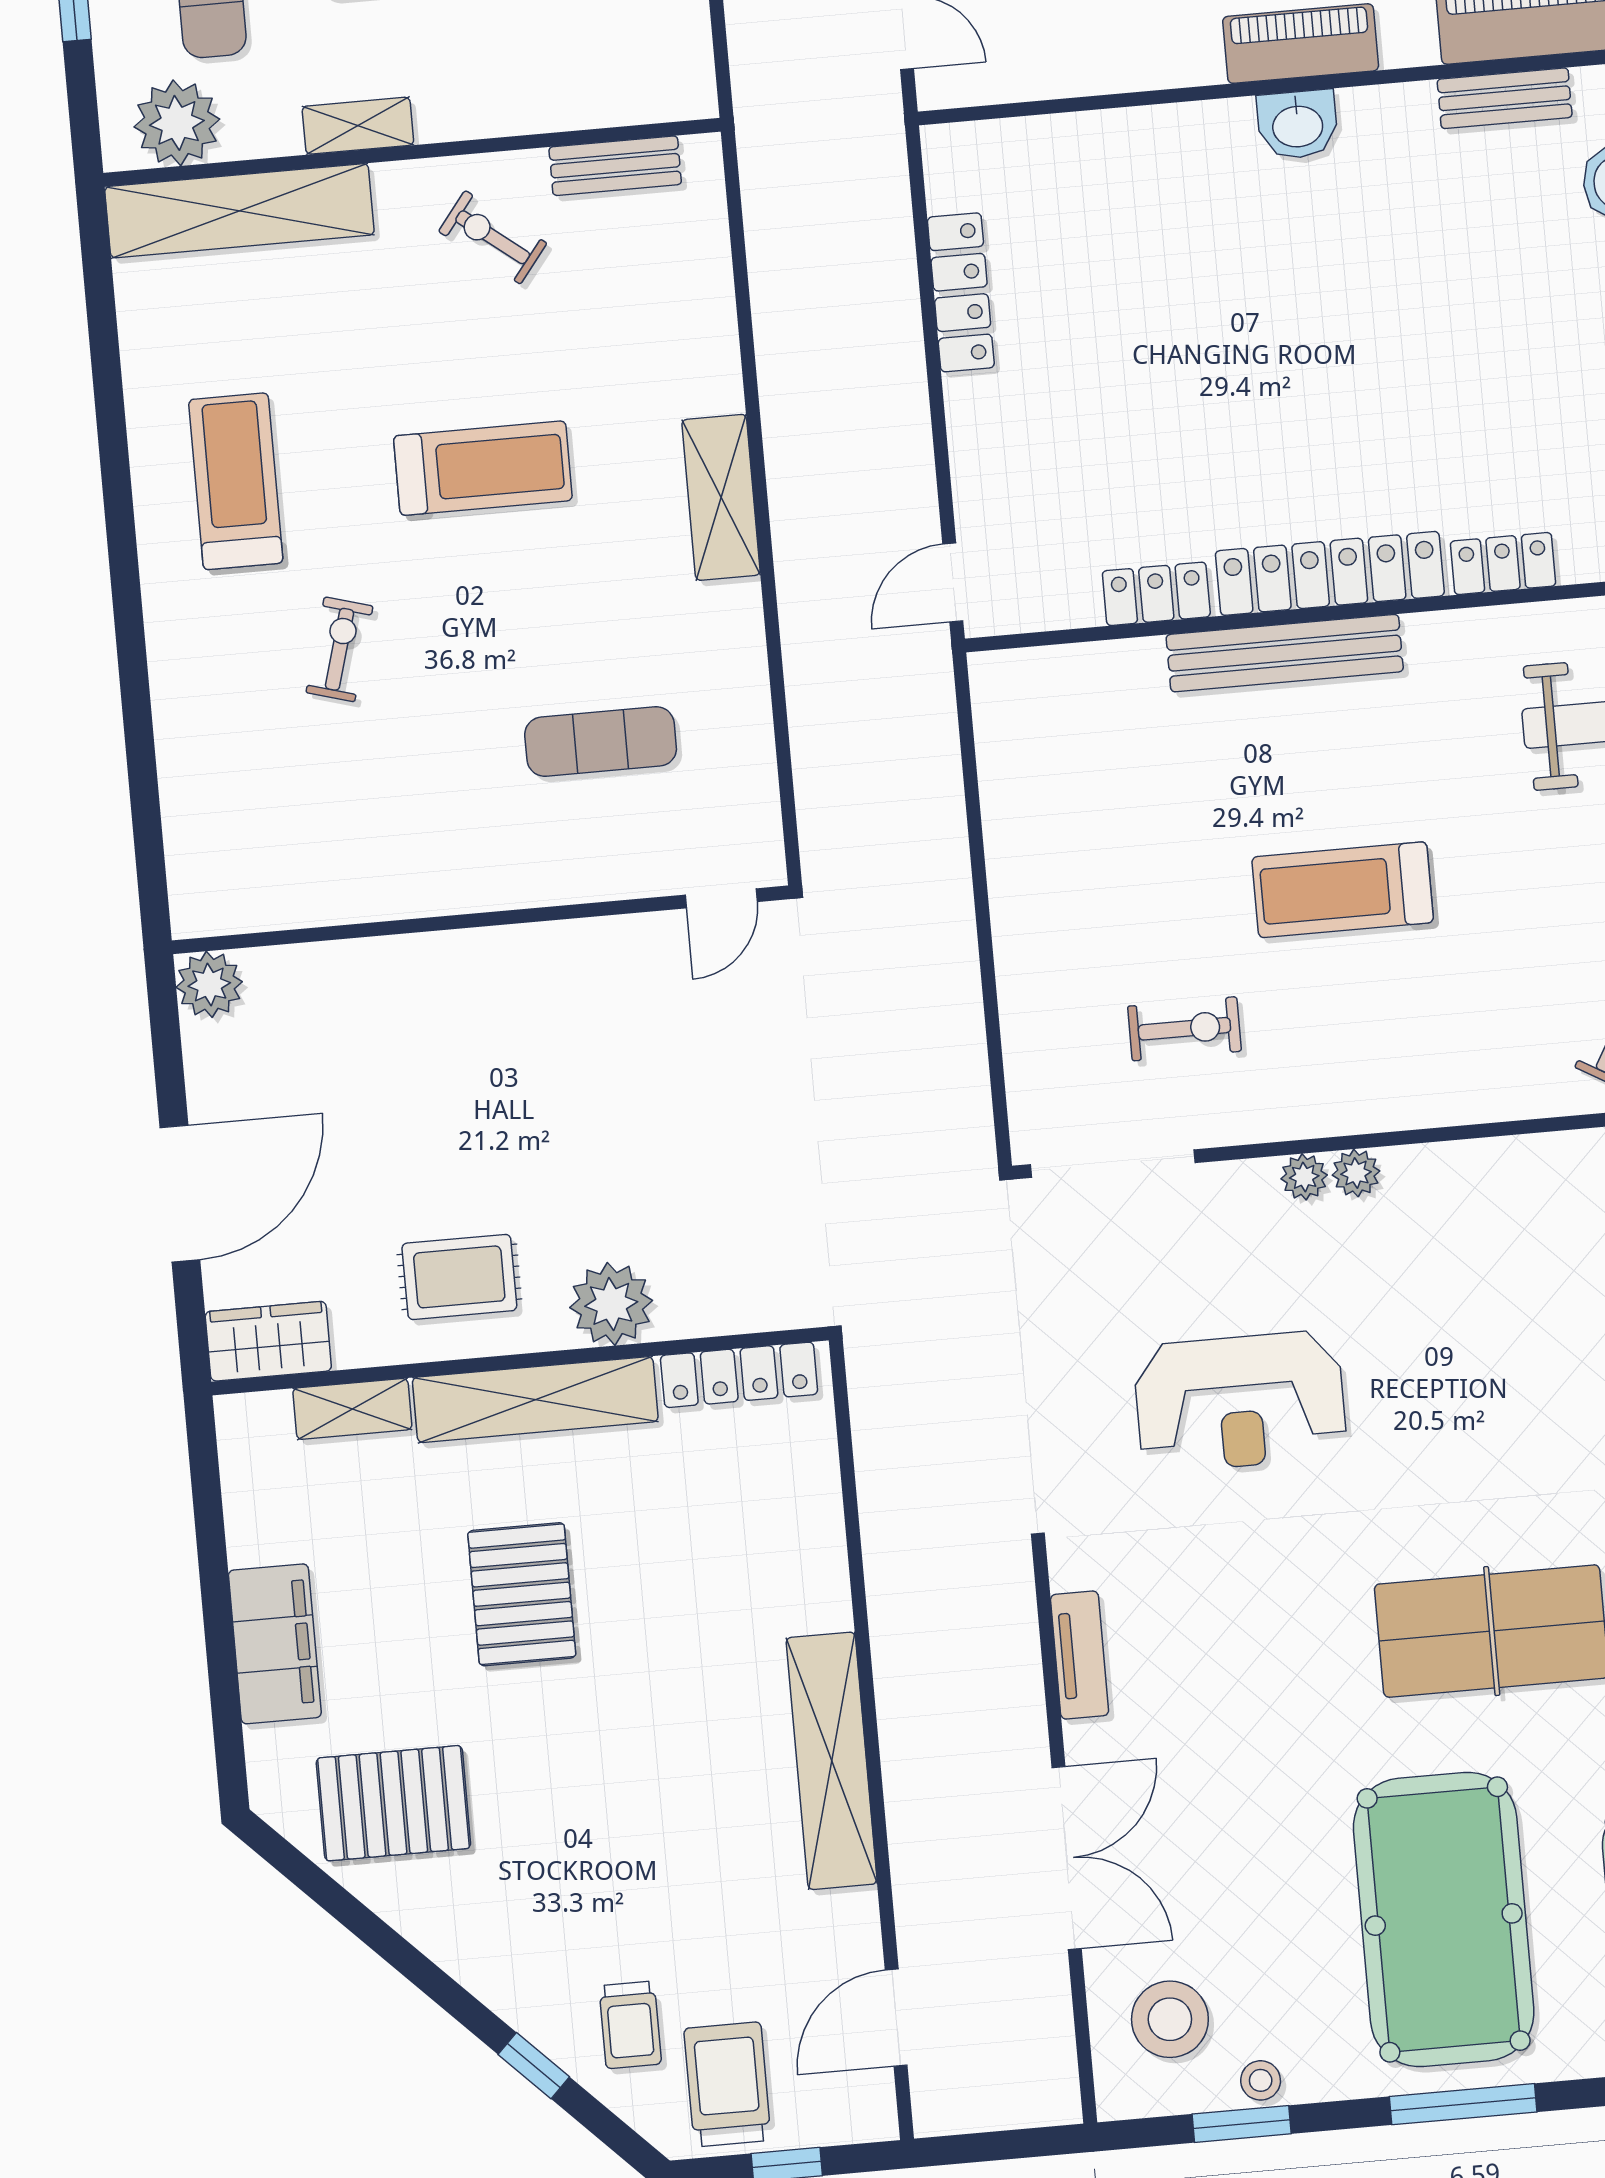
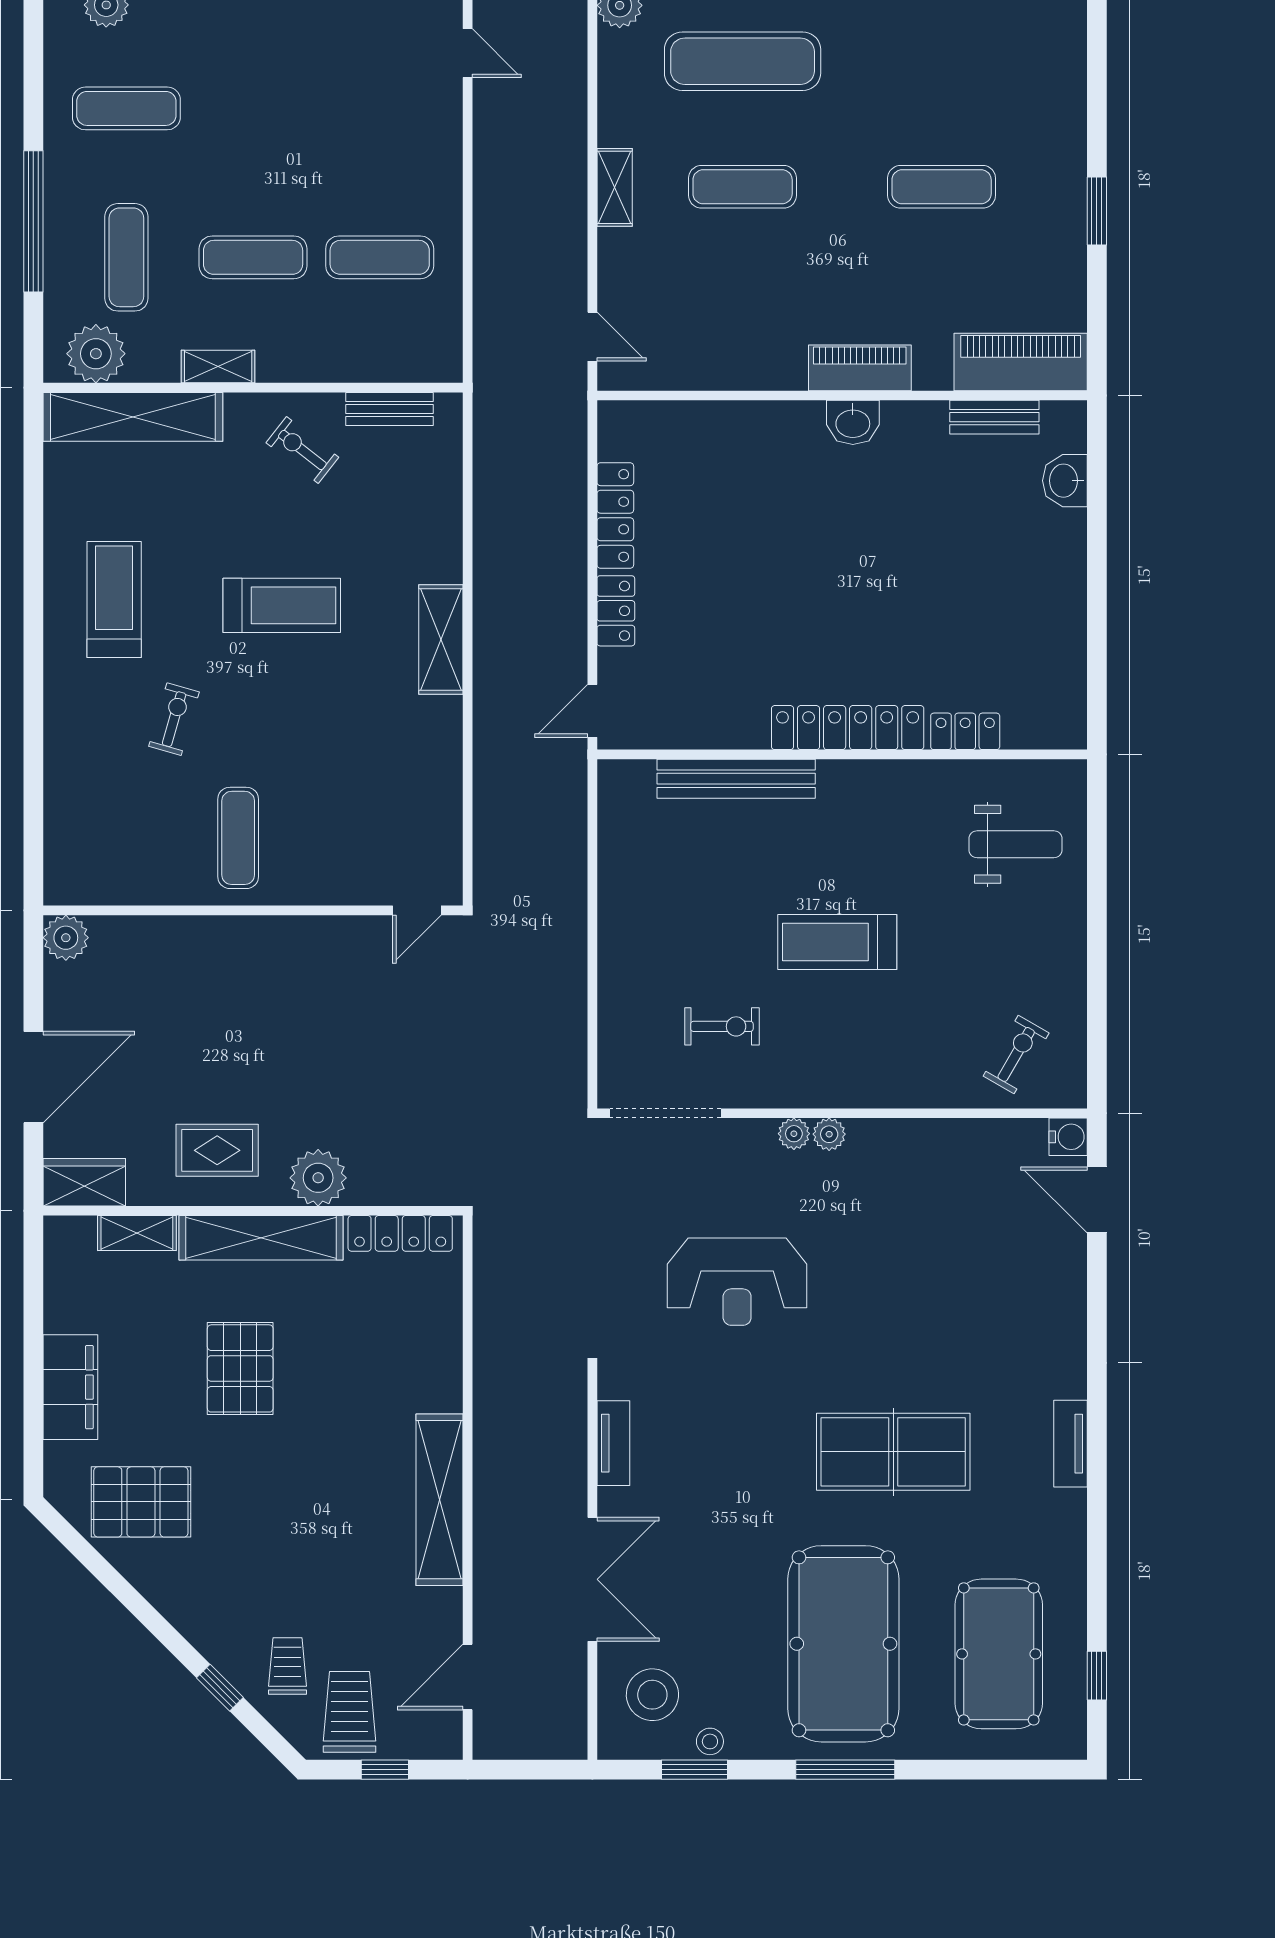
locker: (1156, 594) -> (616, 611), moved, turned 90
bench: (1285, 653) -> (736, 779), moved
exercise mat: (601, 742) -> (238, 838), moved, turned 90
trolley: (630, 2025) -> (287, 1666), turned 180

